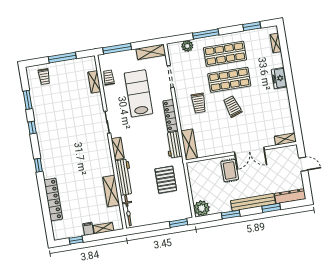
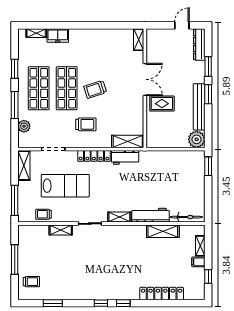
window: (252, 26) -> (15, 69), moved
freezer: (279, 78) -> (58, 35), moved
shelving: (94, 82) -> (61, 230), moved
lab bench: (138, 93) -> (65, 186), turned 180
window: (32, 128) -> (101, 303), moved
door: (303, 164) -> (182, 25), moved
pallet: (166, 180) -> (160, 172), removed
bench: (253, 202) -> (199, 107), moved
window: (231, 215) -> (208, 94), moved

